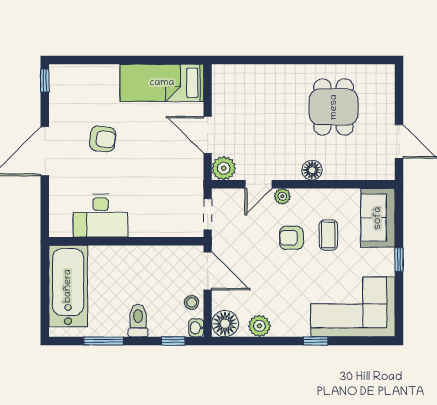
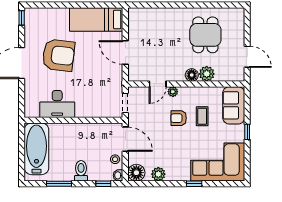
armchair: (103, 139) -> (58, 55), width x1.88, depth x1.88
plant: (224, 168) -> (207, 74), moved

